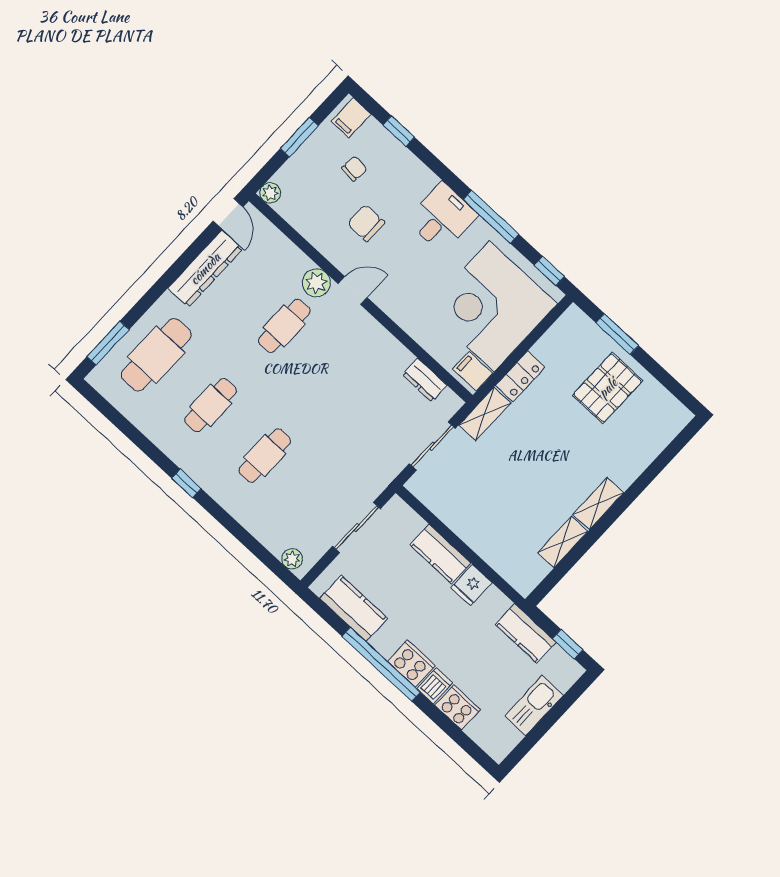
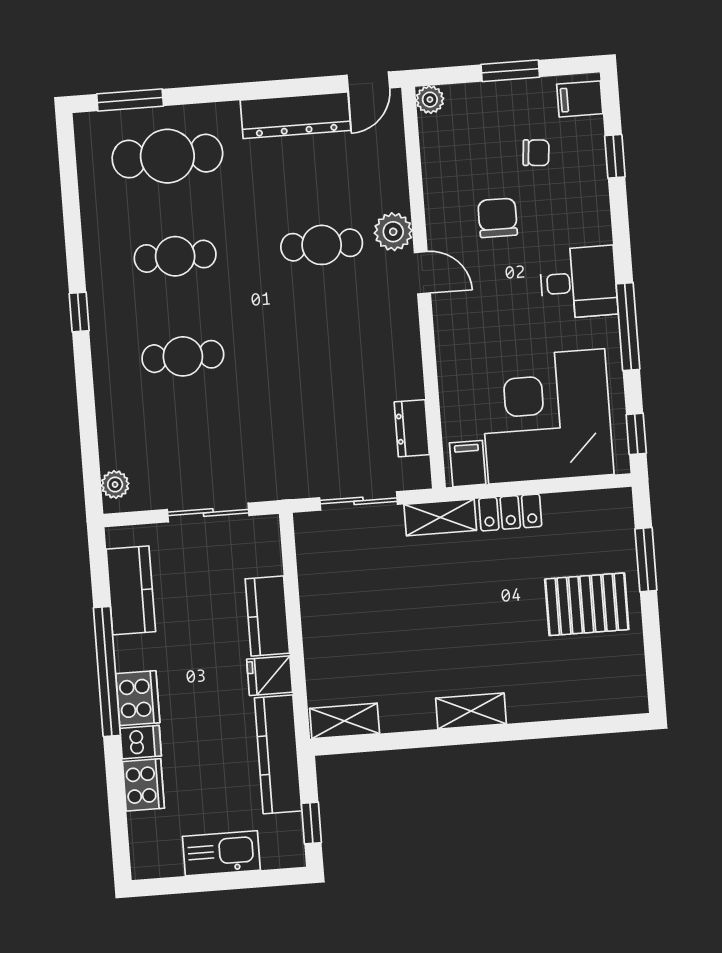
shelving: (563, 542) -> (345, 721), moved
kitchen counter: (526, 633) -> (278, 754), width x1.50

